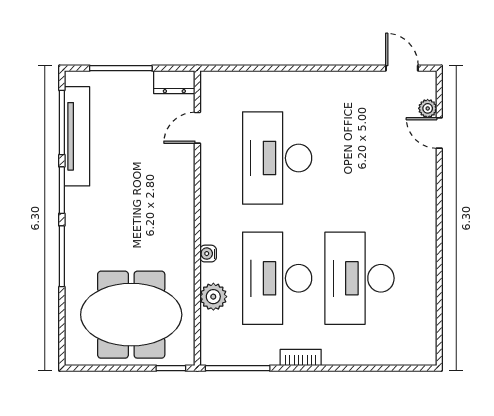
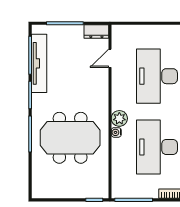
plant: (213, 297) -> (119, 118), moved
meeting table: (131, 315) -> (70, 138), moved

